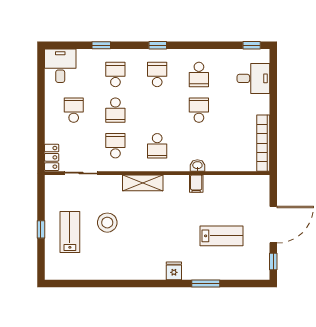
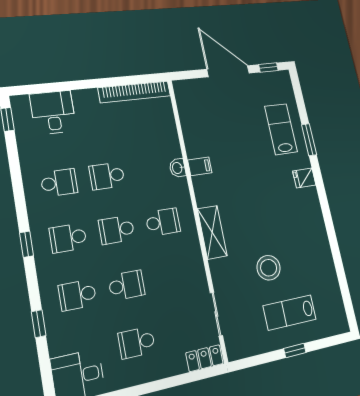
school desk: (115, 146) -> (117, 230), moved
lab bench: (221, 236) -> (281, 129), moved

